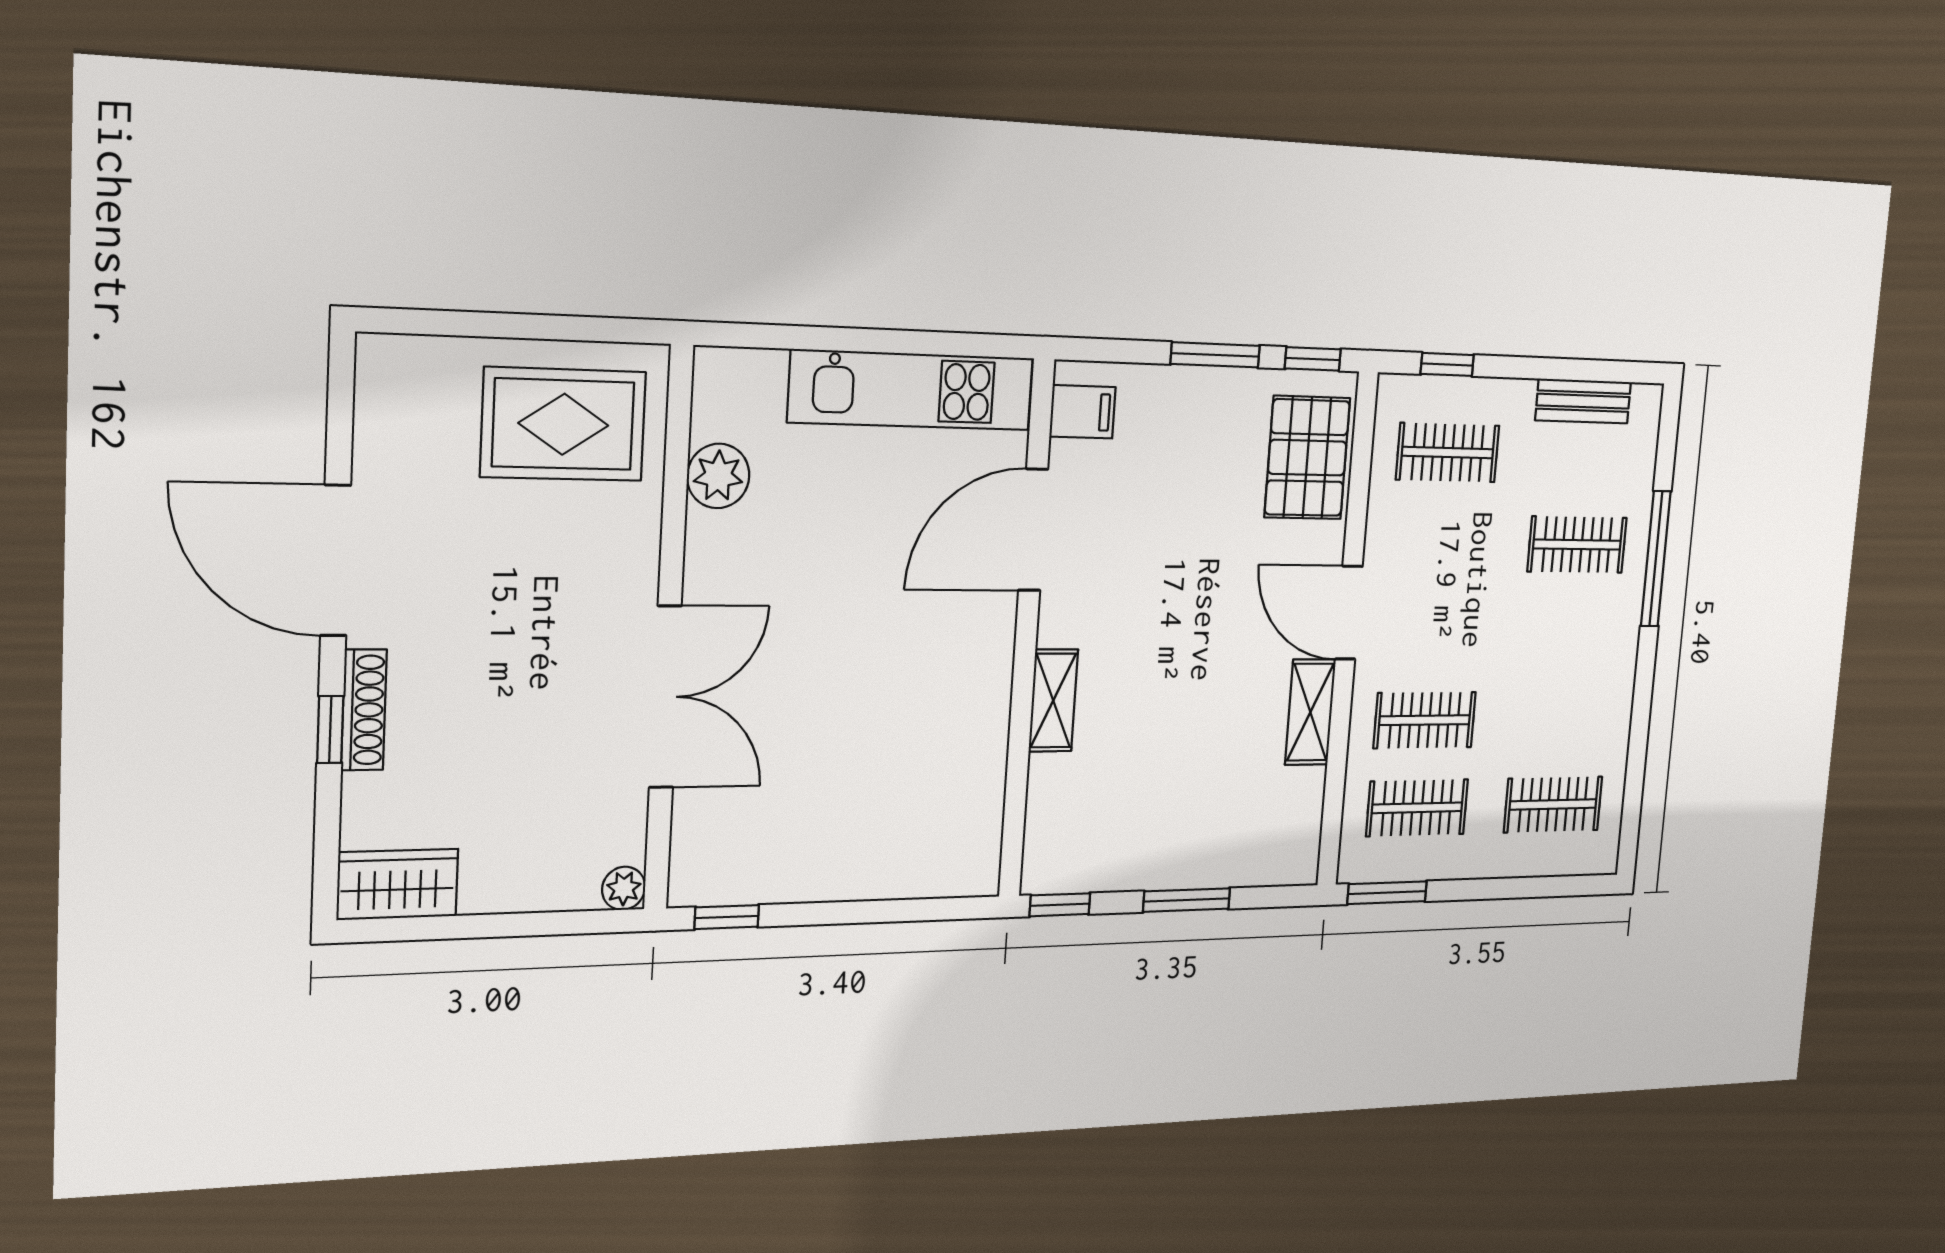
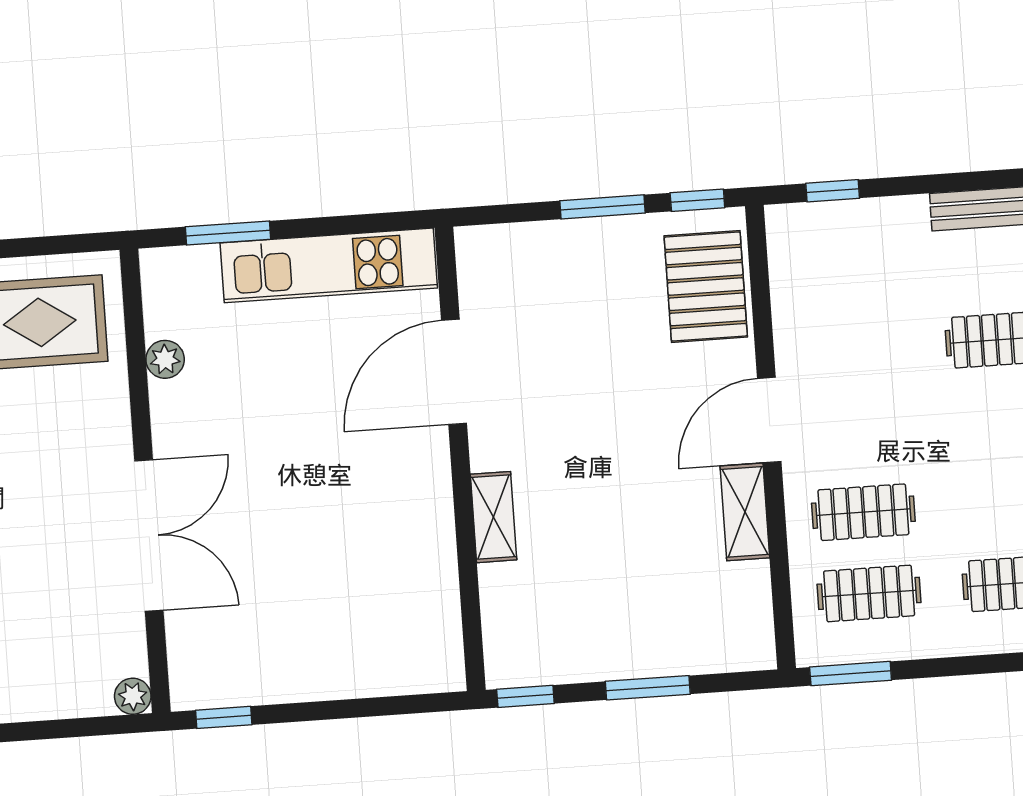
window: (801, 338) -> (228, 233), added
filing cabinet: (1083, 412) -> (485, 268), removed
clothes rail: (1448, 453) -> (846, 269), removed
plant: (718, 476) -> (165, 359), width x0.73, depth x0.73
door: (1349, 613) -> (769, 420), hinge flipped

